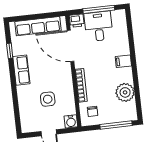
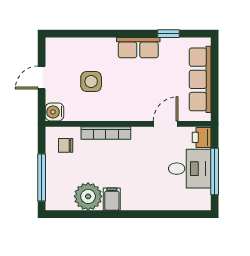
door: (70, 46) -> (166, 124), width x0.53
filing cabinet: (123, 61) -> (112, 199), moved

